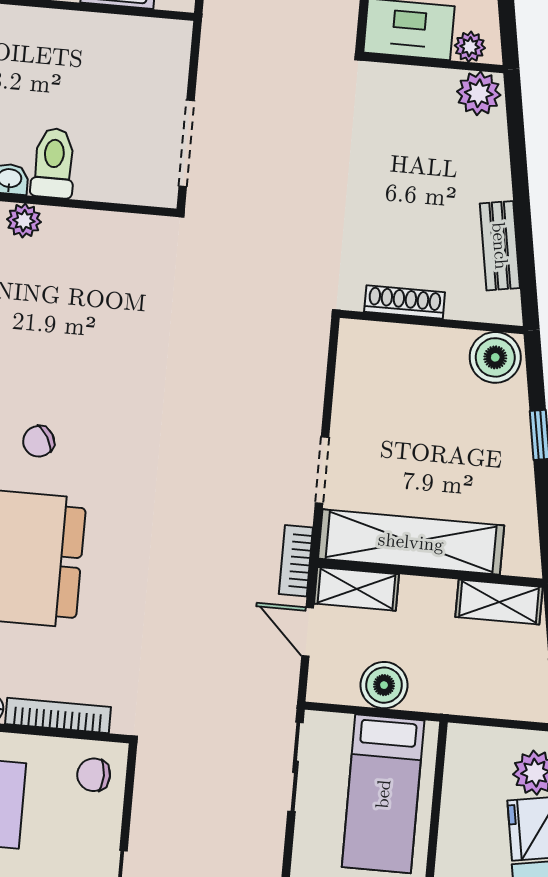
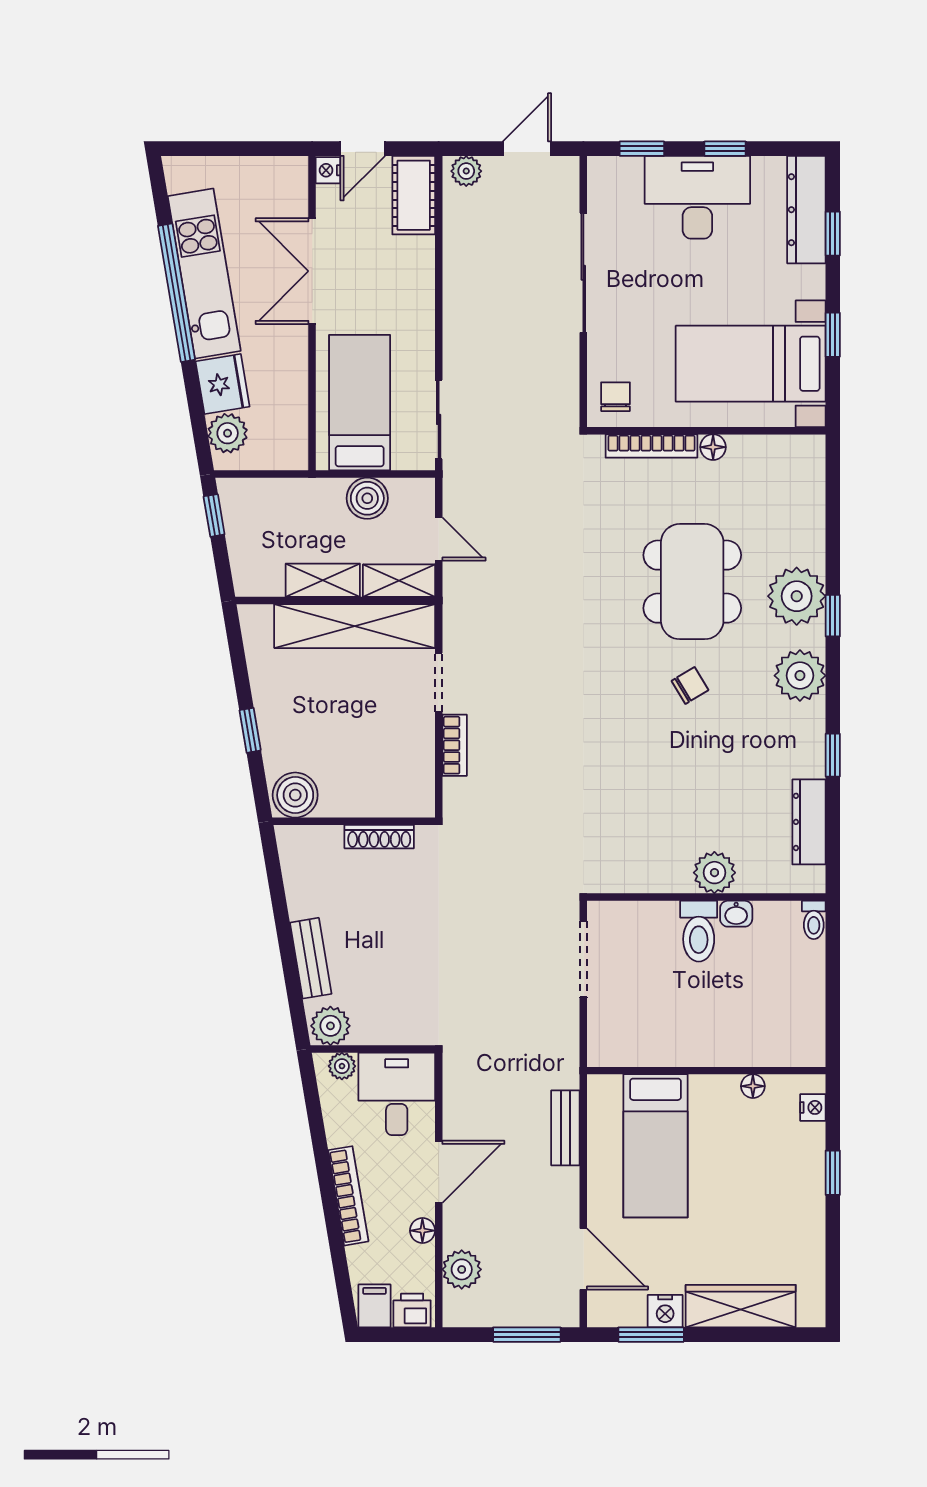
plant: (24, 221) -> (714, 873), width x1.38, depth x1.38
bench: (500, 246) -> (311, 958), moved
bookcase: (296, 561) -> (455, 745), moved
shelving: (499, 602) -> (323, 580), moved
chair: (94, 775) -> (615, 397), turned -90

